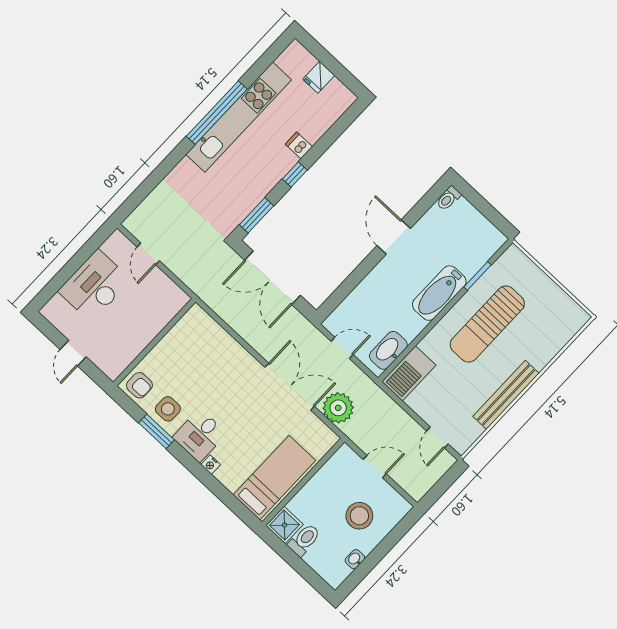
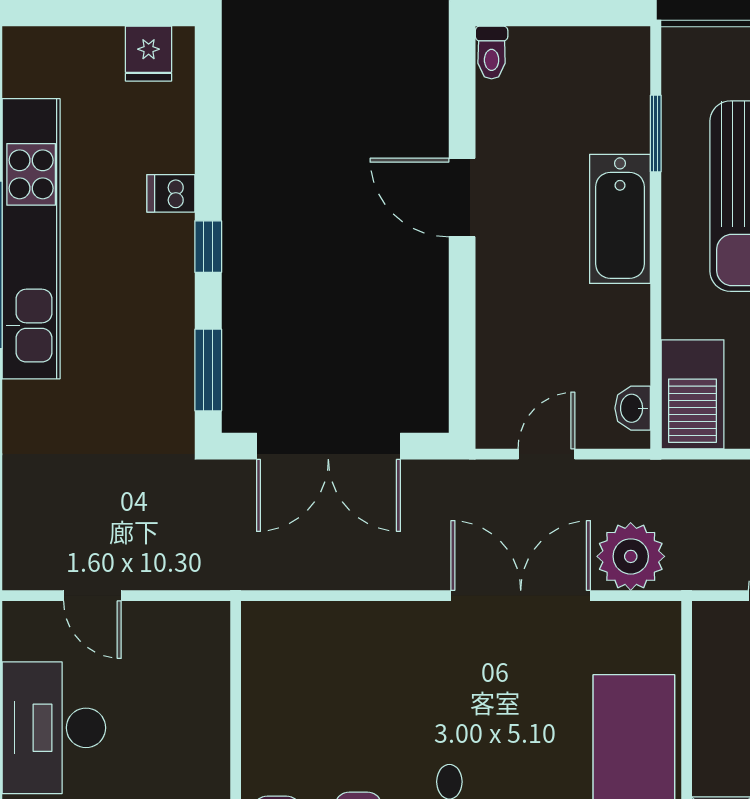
fridge: (319, 77) -> (149, 54), moved
washbasin: (388, 350) -> (633, 408), width x0.52, depth x0.69

